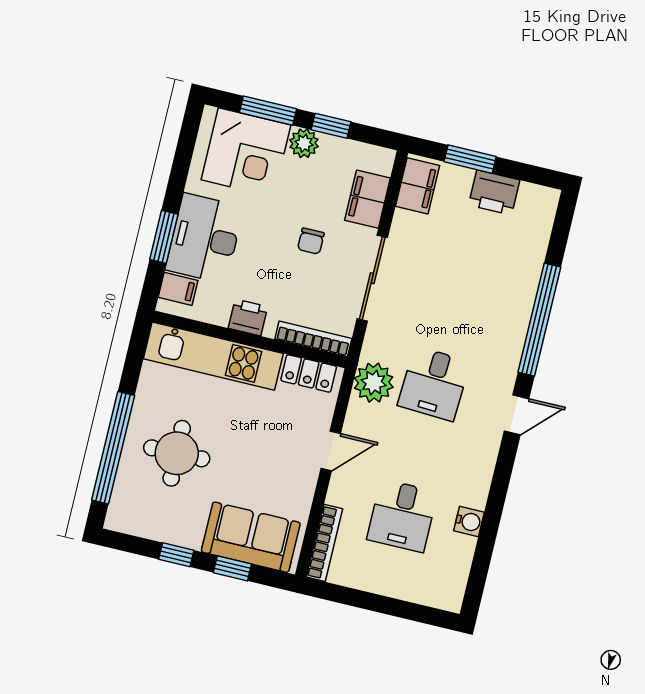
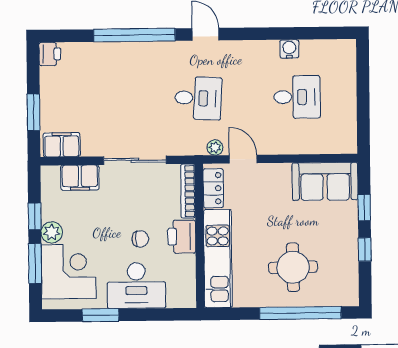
printer: (494, 193) -> (50, 54), moved, width x0.73, depth x0.81
window: (164, 237) -> (100, 315), moved
chair: (311, 241) -> (140, 239), moved
filing cabinet: (178, 289) -> (177, 295), removed
printer: (248, 317) -> (182, 237), width x1.36, depth x1.24
plant: (374, 383) -> (215, 147), width x0.53, depth x0.53
door: (331, 451) -> (243, 159), moved
sofa: (251, 537) -> (325, 181), moved, turned -90
bookcase: (324, 543) -> (330, 147), removed

